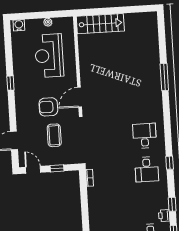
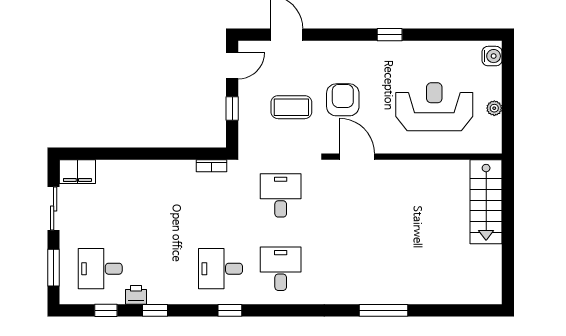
desk: (145, 136) -> (281, 269), turned -90
desk: (104, 138) -> (281, 195), added

